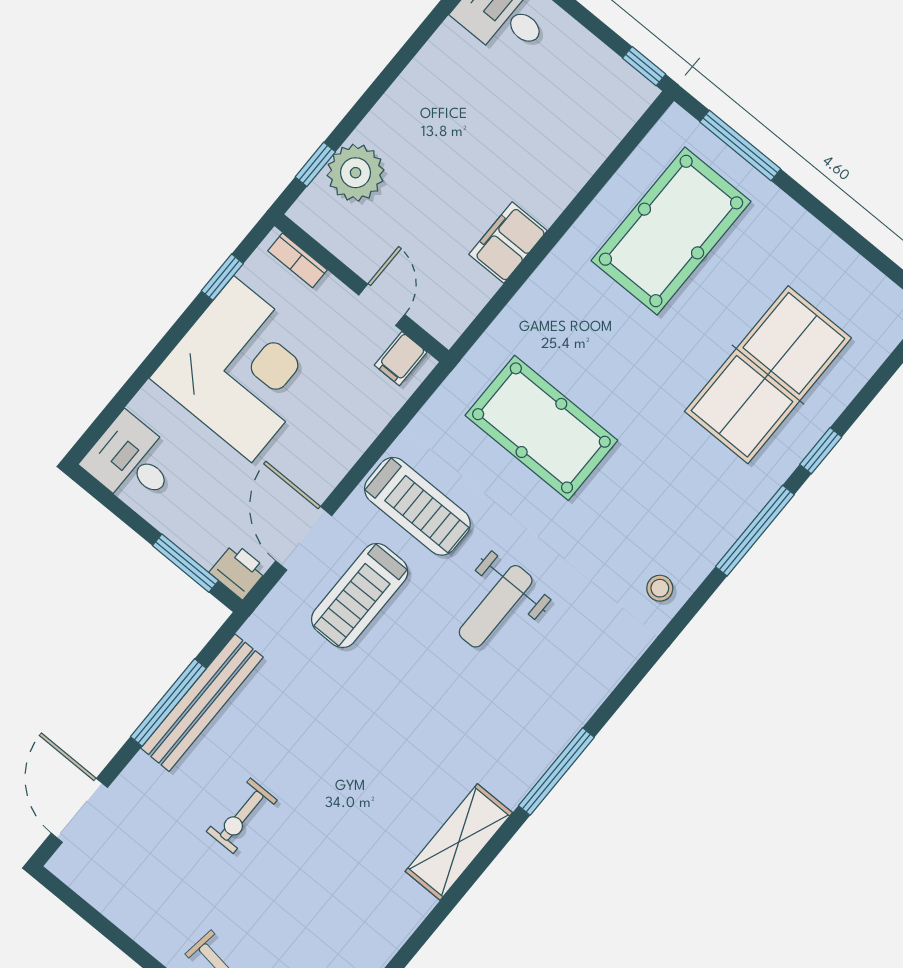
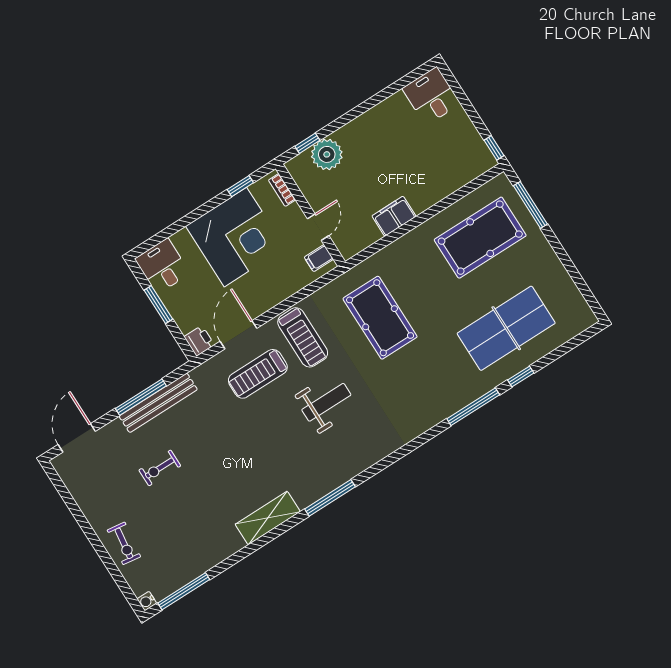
window: (185, 563) -> (158, 305), moved
stool: (660, 588) -> (414, 421), removed
weight bench: (496, 606) -> (326, 402), turned 180

